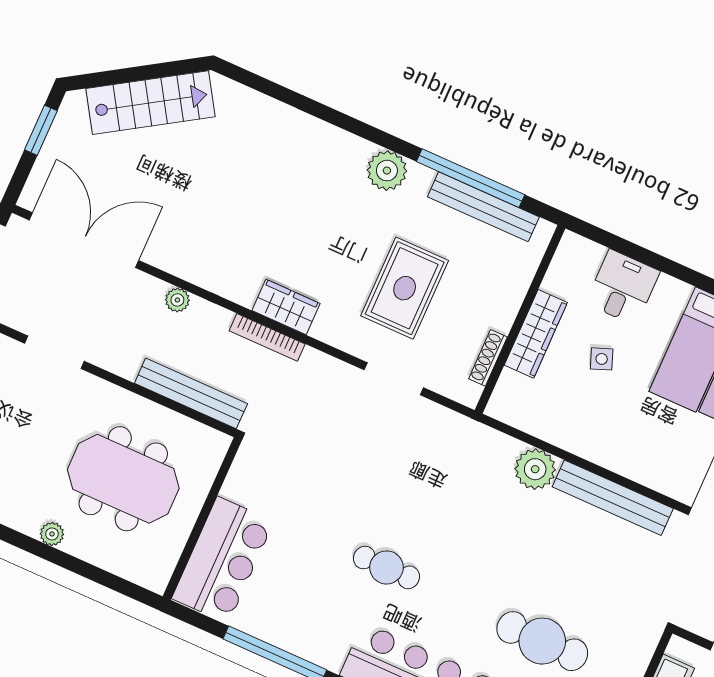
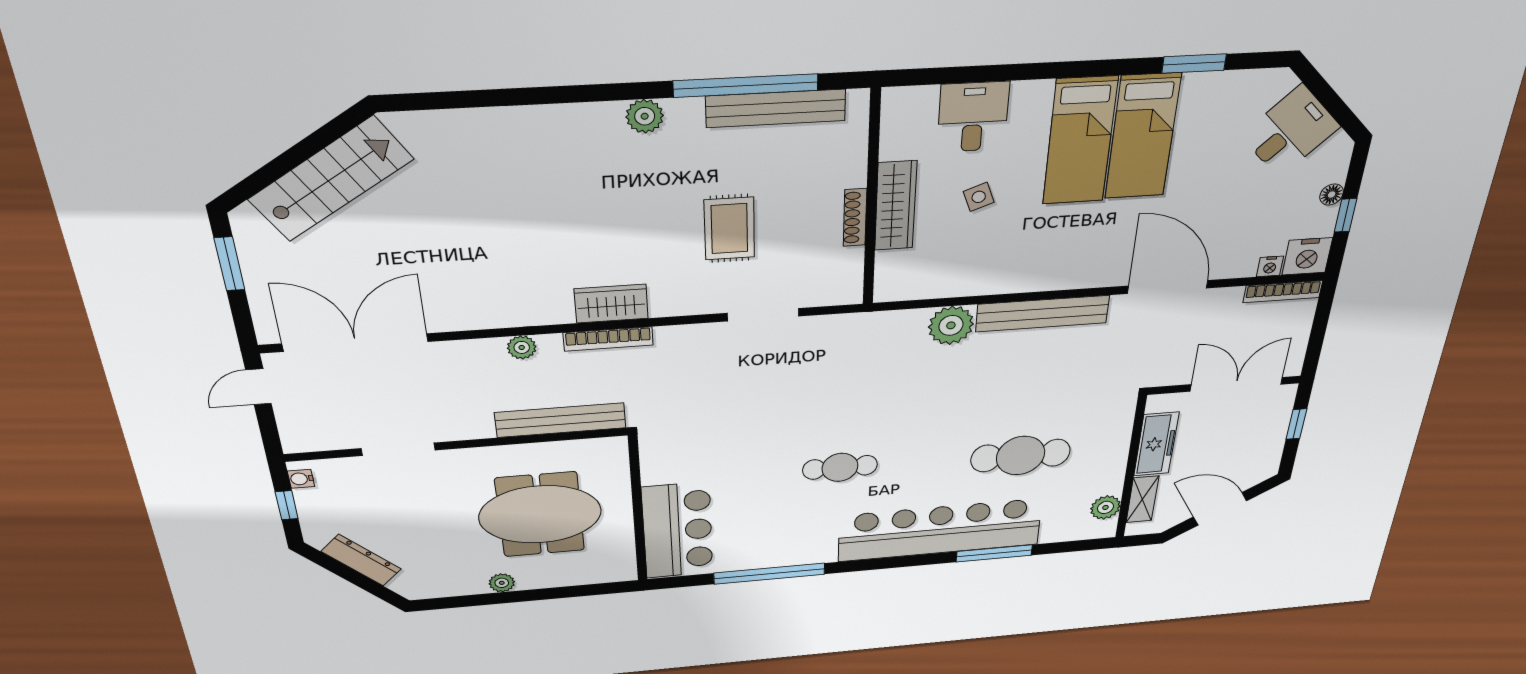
plant: (387, 171) -> (645, 116), width x0.73, depth x0.73
rug: (405, 288) -> (729, 229), width x0.73, depth x0.70
plant: (177, 300) -> (522, 347), moved
shoe rack: (488, 358) -> (855, 218), moved

